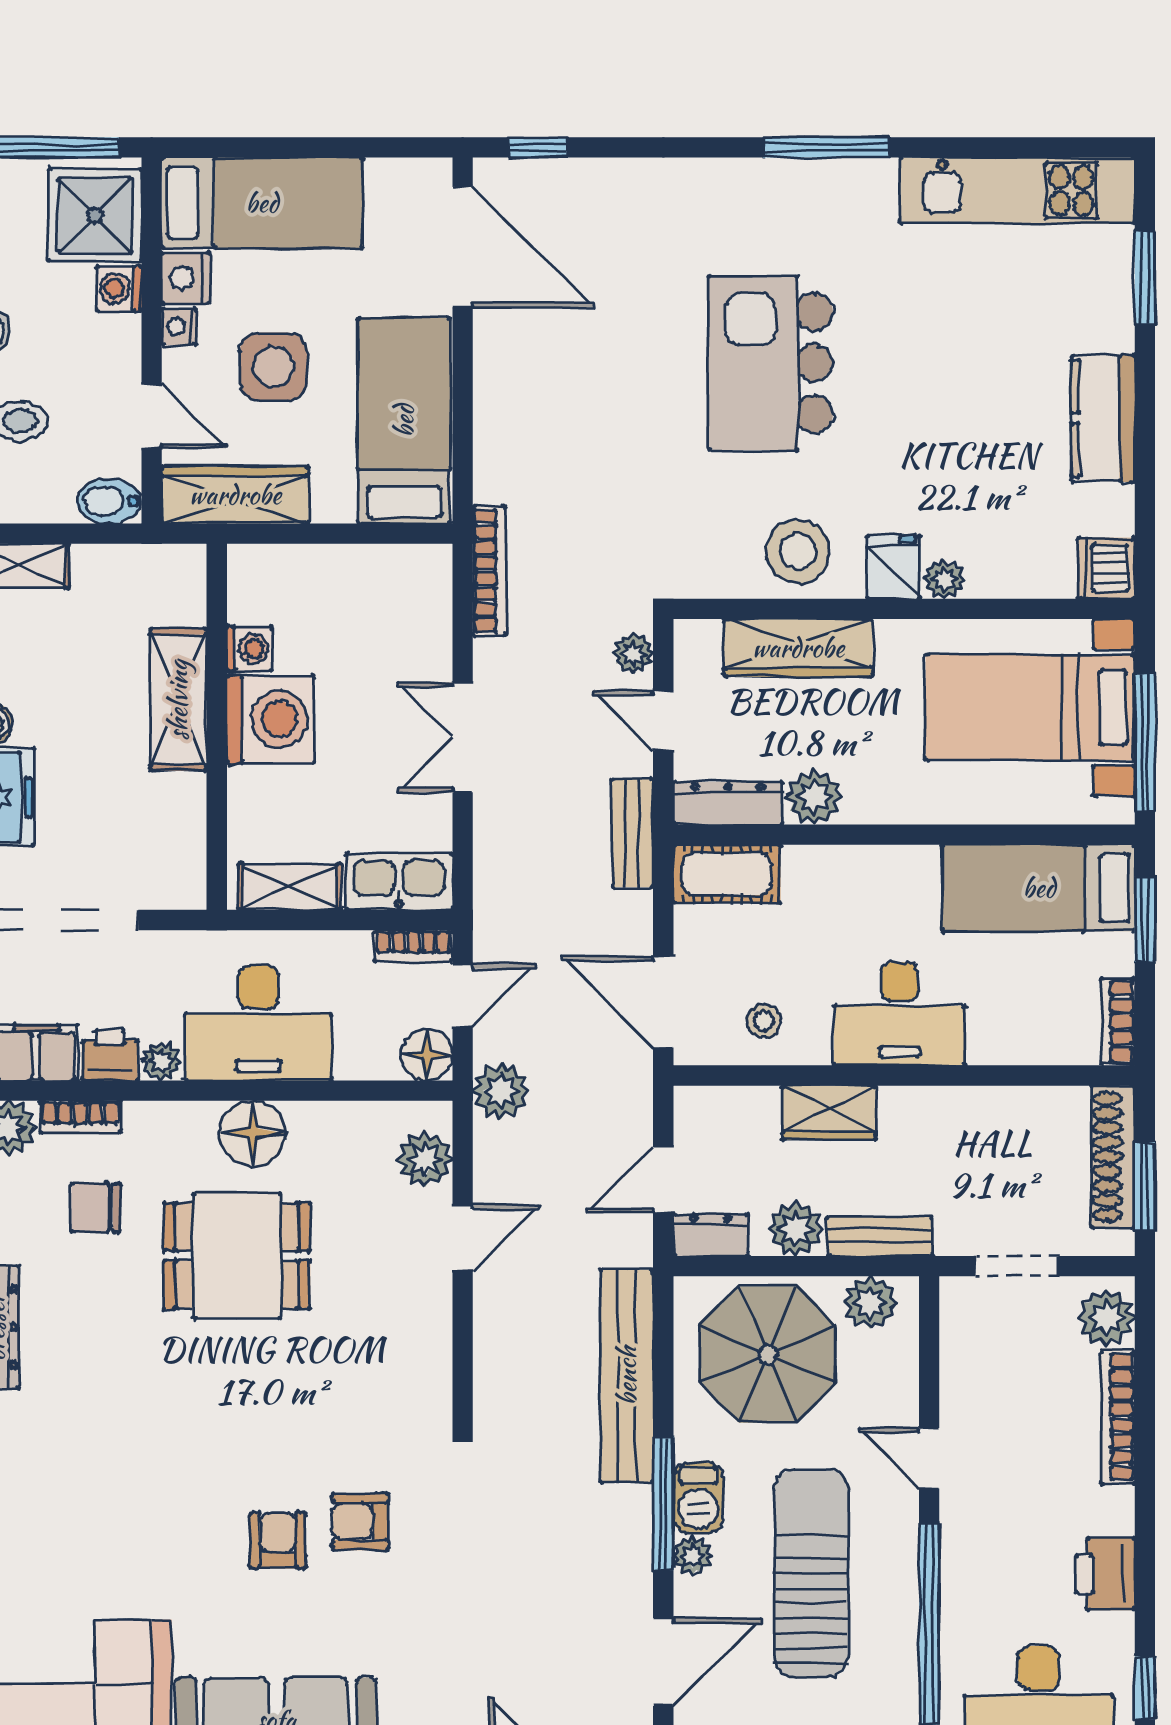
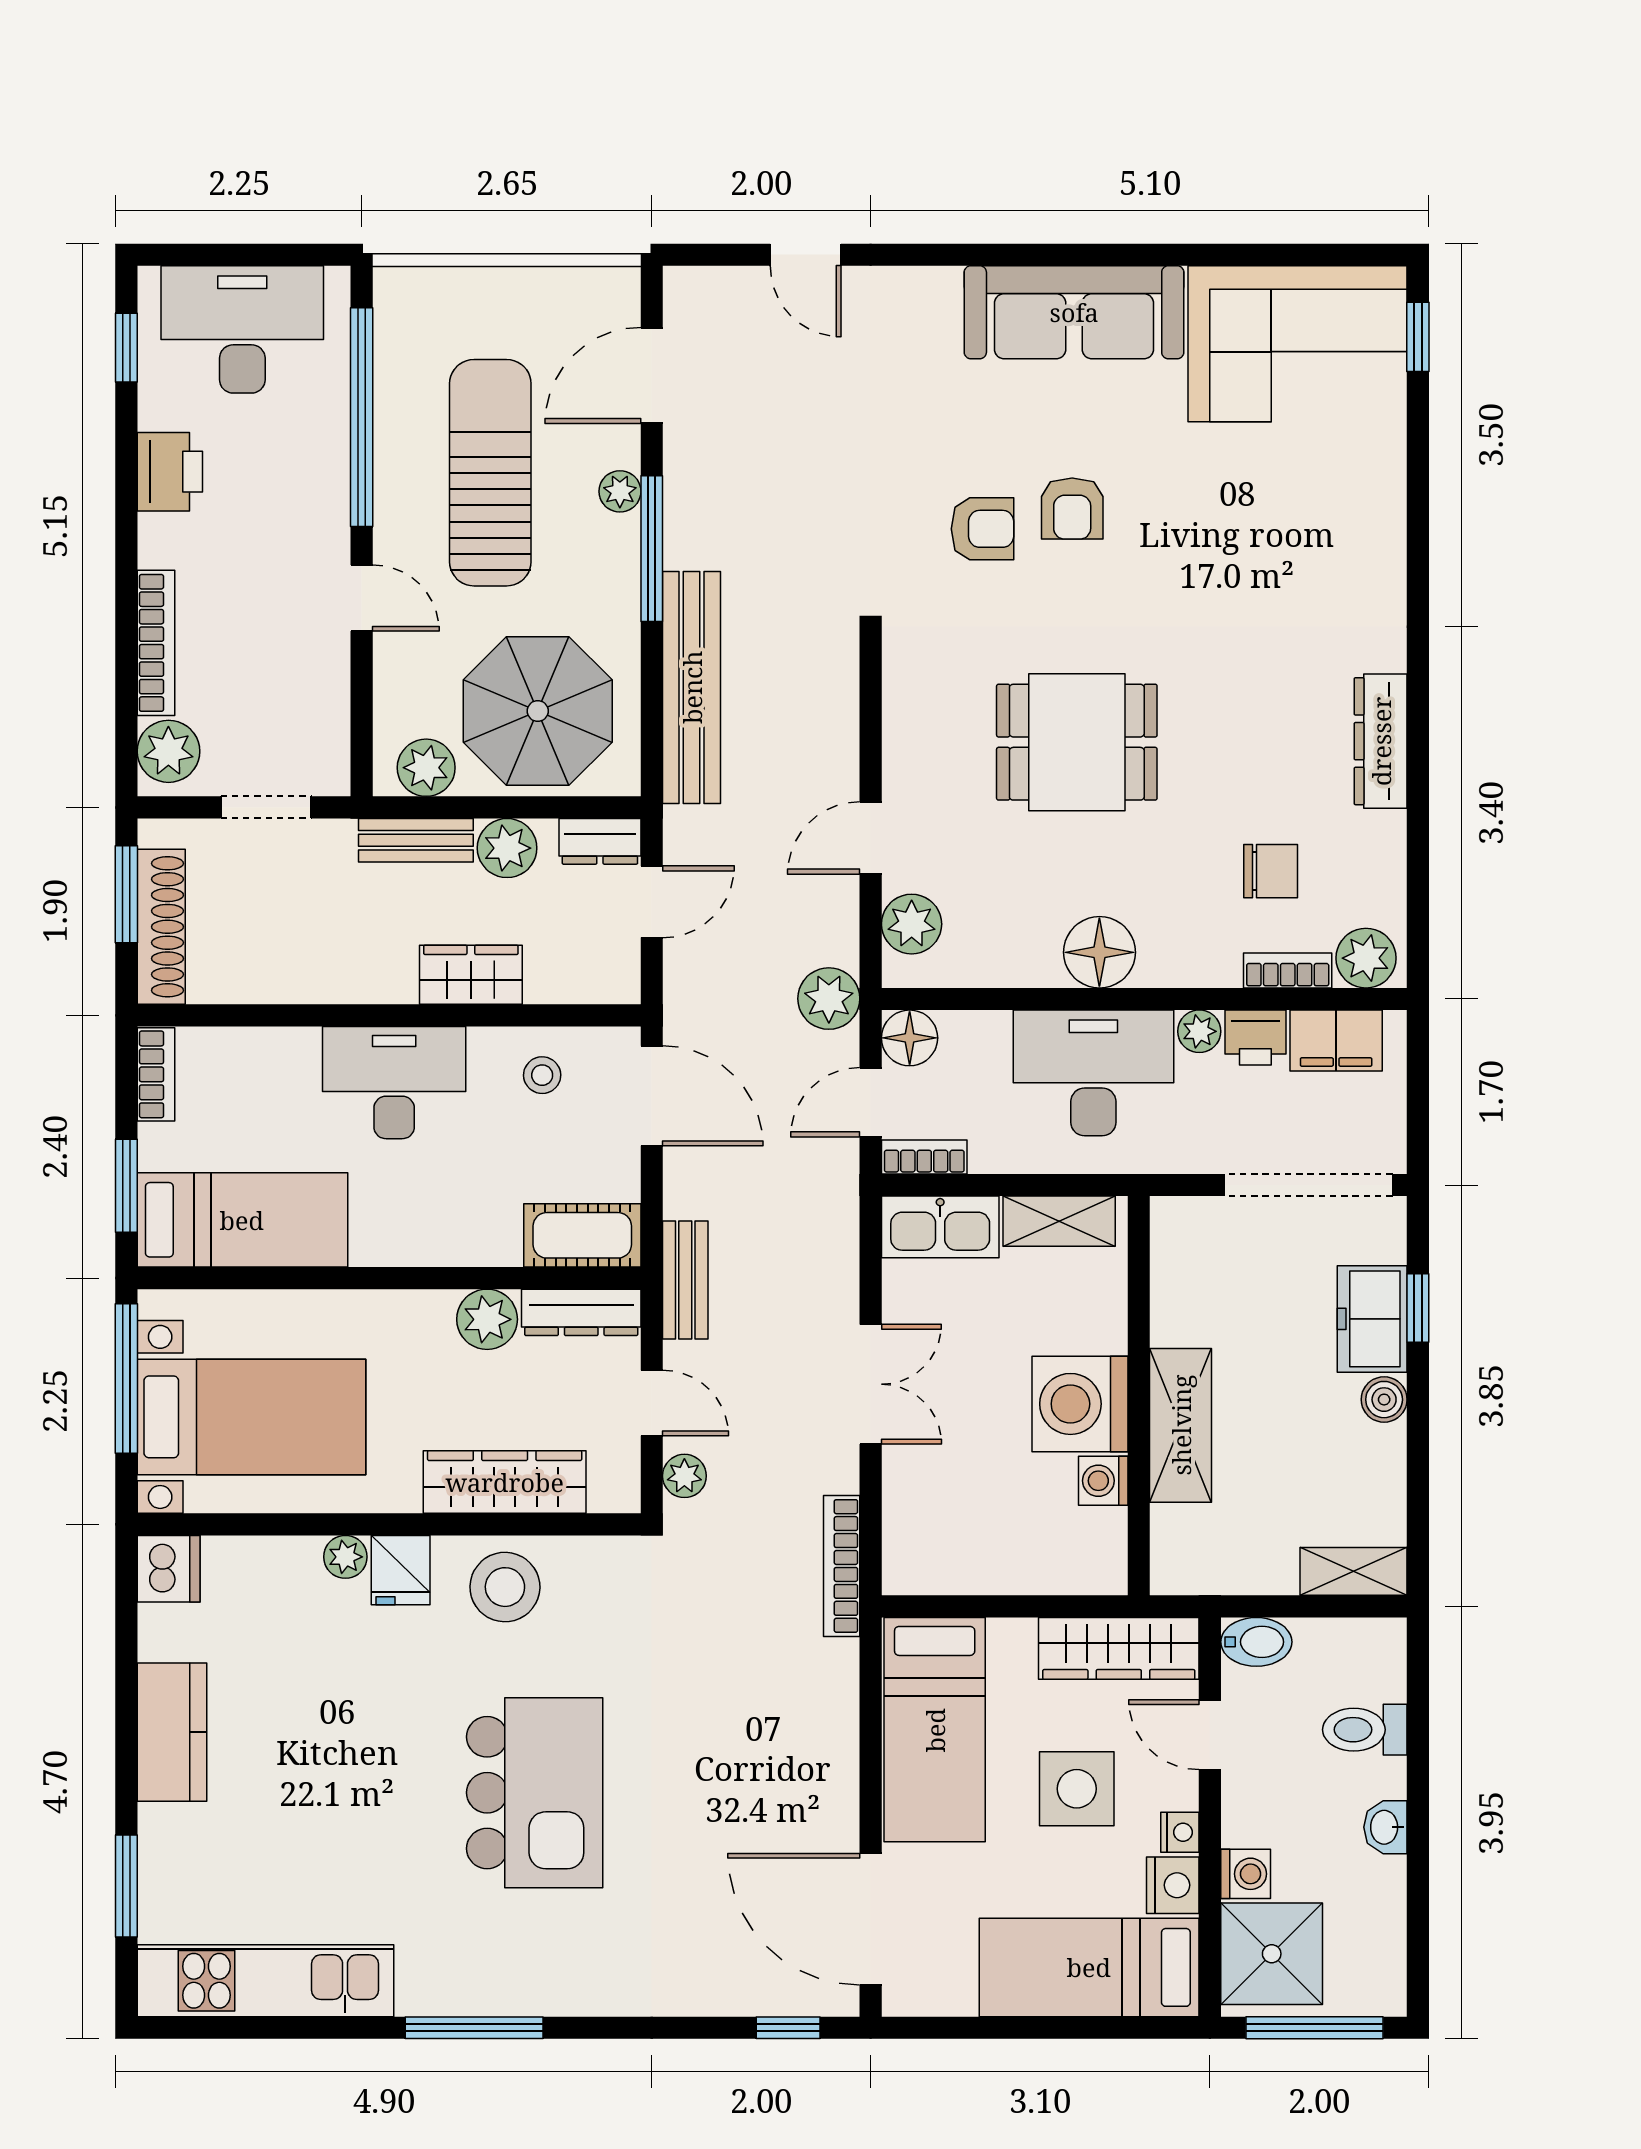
dining table: (237, 1256) -> (1077, 742), moved
barbecue: (698, 1498) -> (614, 555), removed
sun lounger: (811, 1573) -> (490, 473), turned 180

